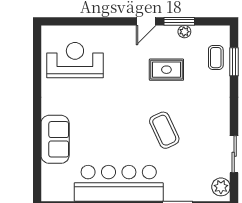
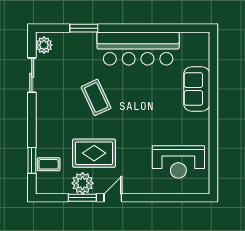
plant: (184, 32) -> (83, 183), width x1.88, depth x1.88
coffee table: (216, 58) -> (49, 164), turned 90
rug: (166, 70) -> (94, 153), width x1.36, depth x1.43

